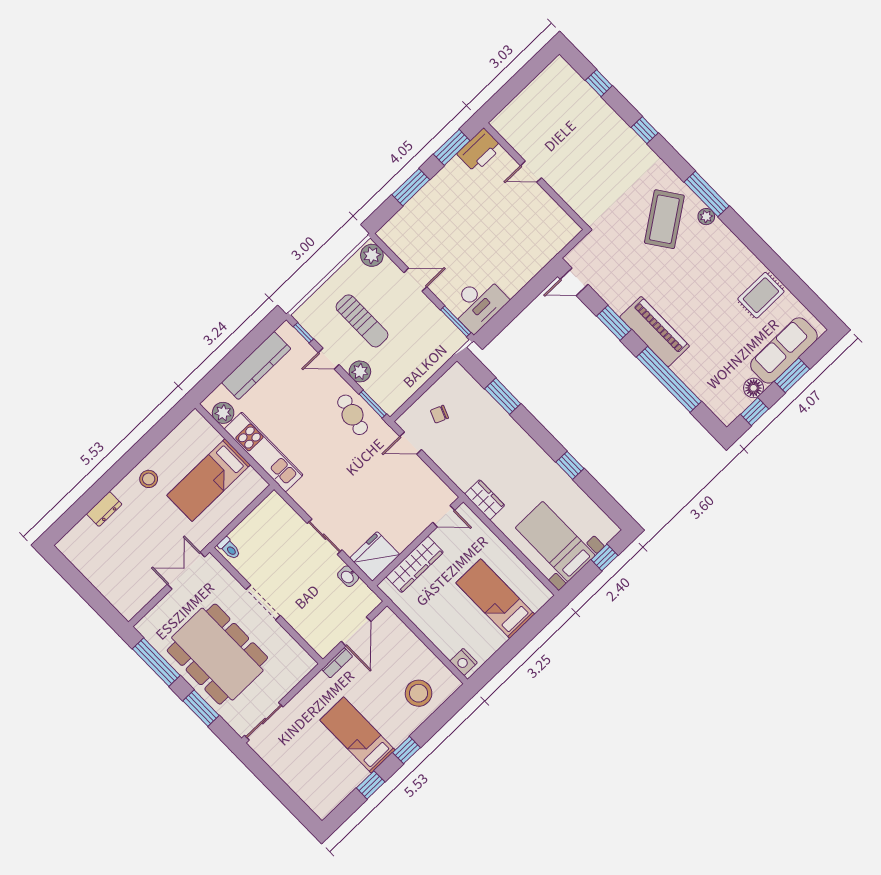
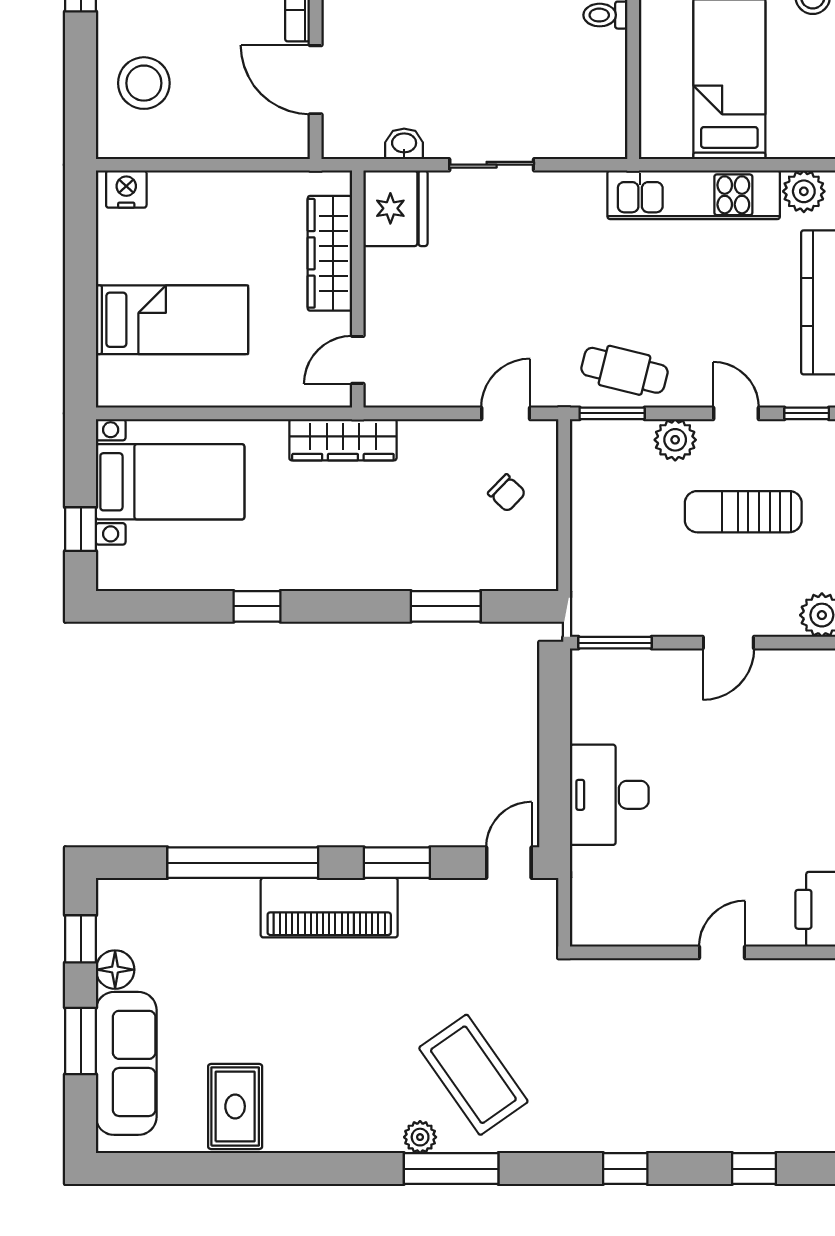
desk: (478, 303) -> (609, 795), moved
door: (329, 359) -> (736, 413), hinge flipped
chair: (439, 414) -> (507, 493), turned 112
wardrobe: (485, 500) -> (343, 440), width x1.50

